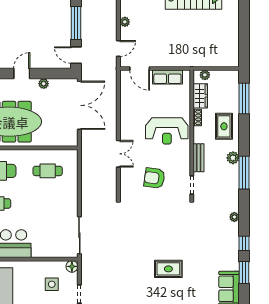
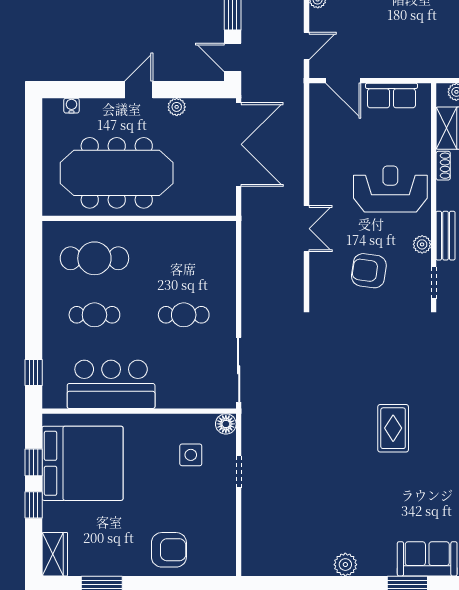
reception desk: (167, 131) -> (390, 189), turned 180
plant: (185, 163) -> (422, 244), added
cafe table: (48, 171) -> (184, 315), moved
rug: (168, 269) -> (393, 428), turned 90

